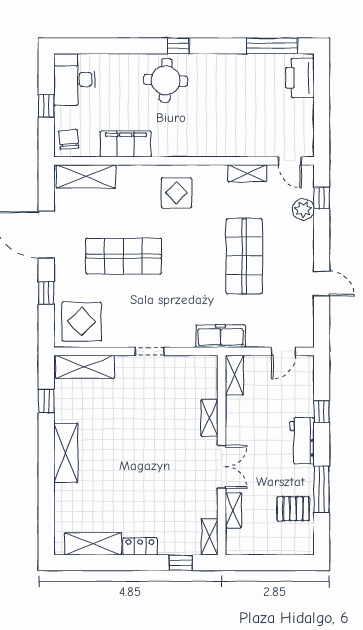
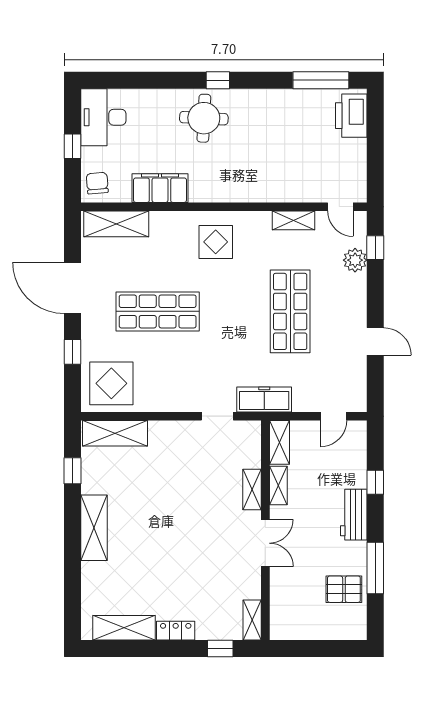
doorway: (150, 351) -> (217, 416), moved
shelving: (233, 510) -> (278, 486), moved

